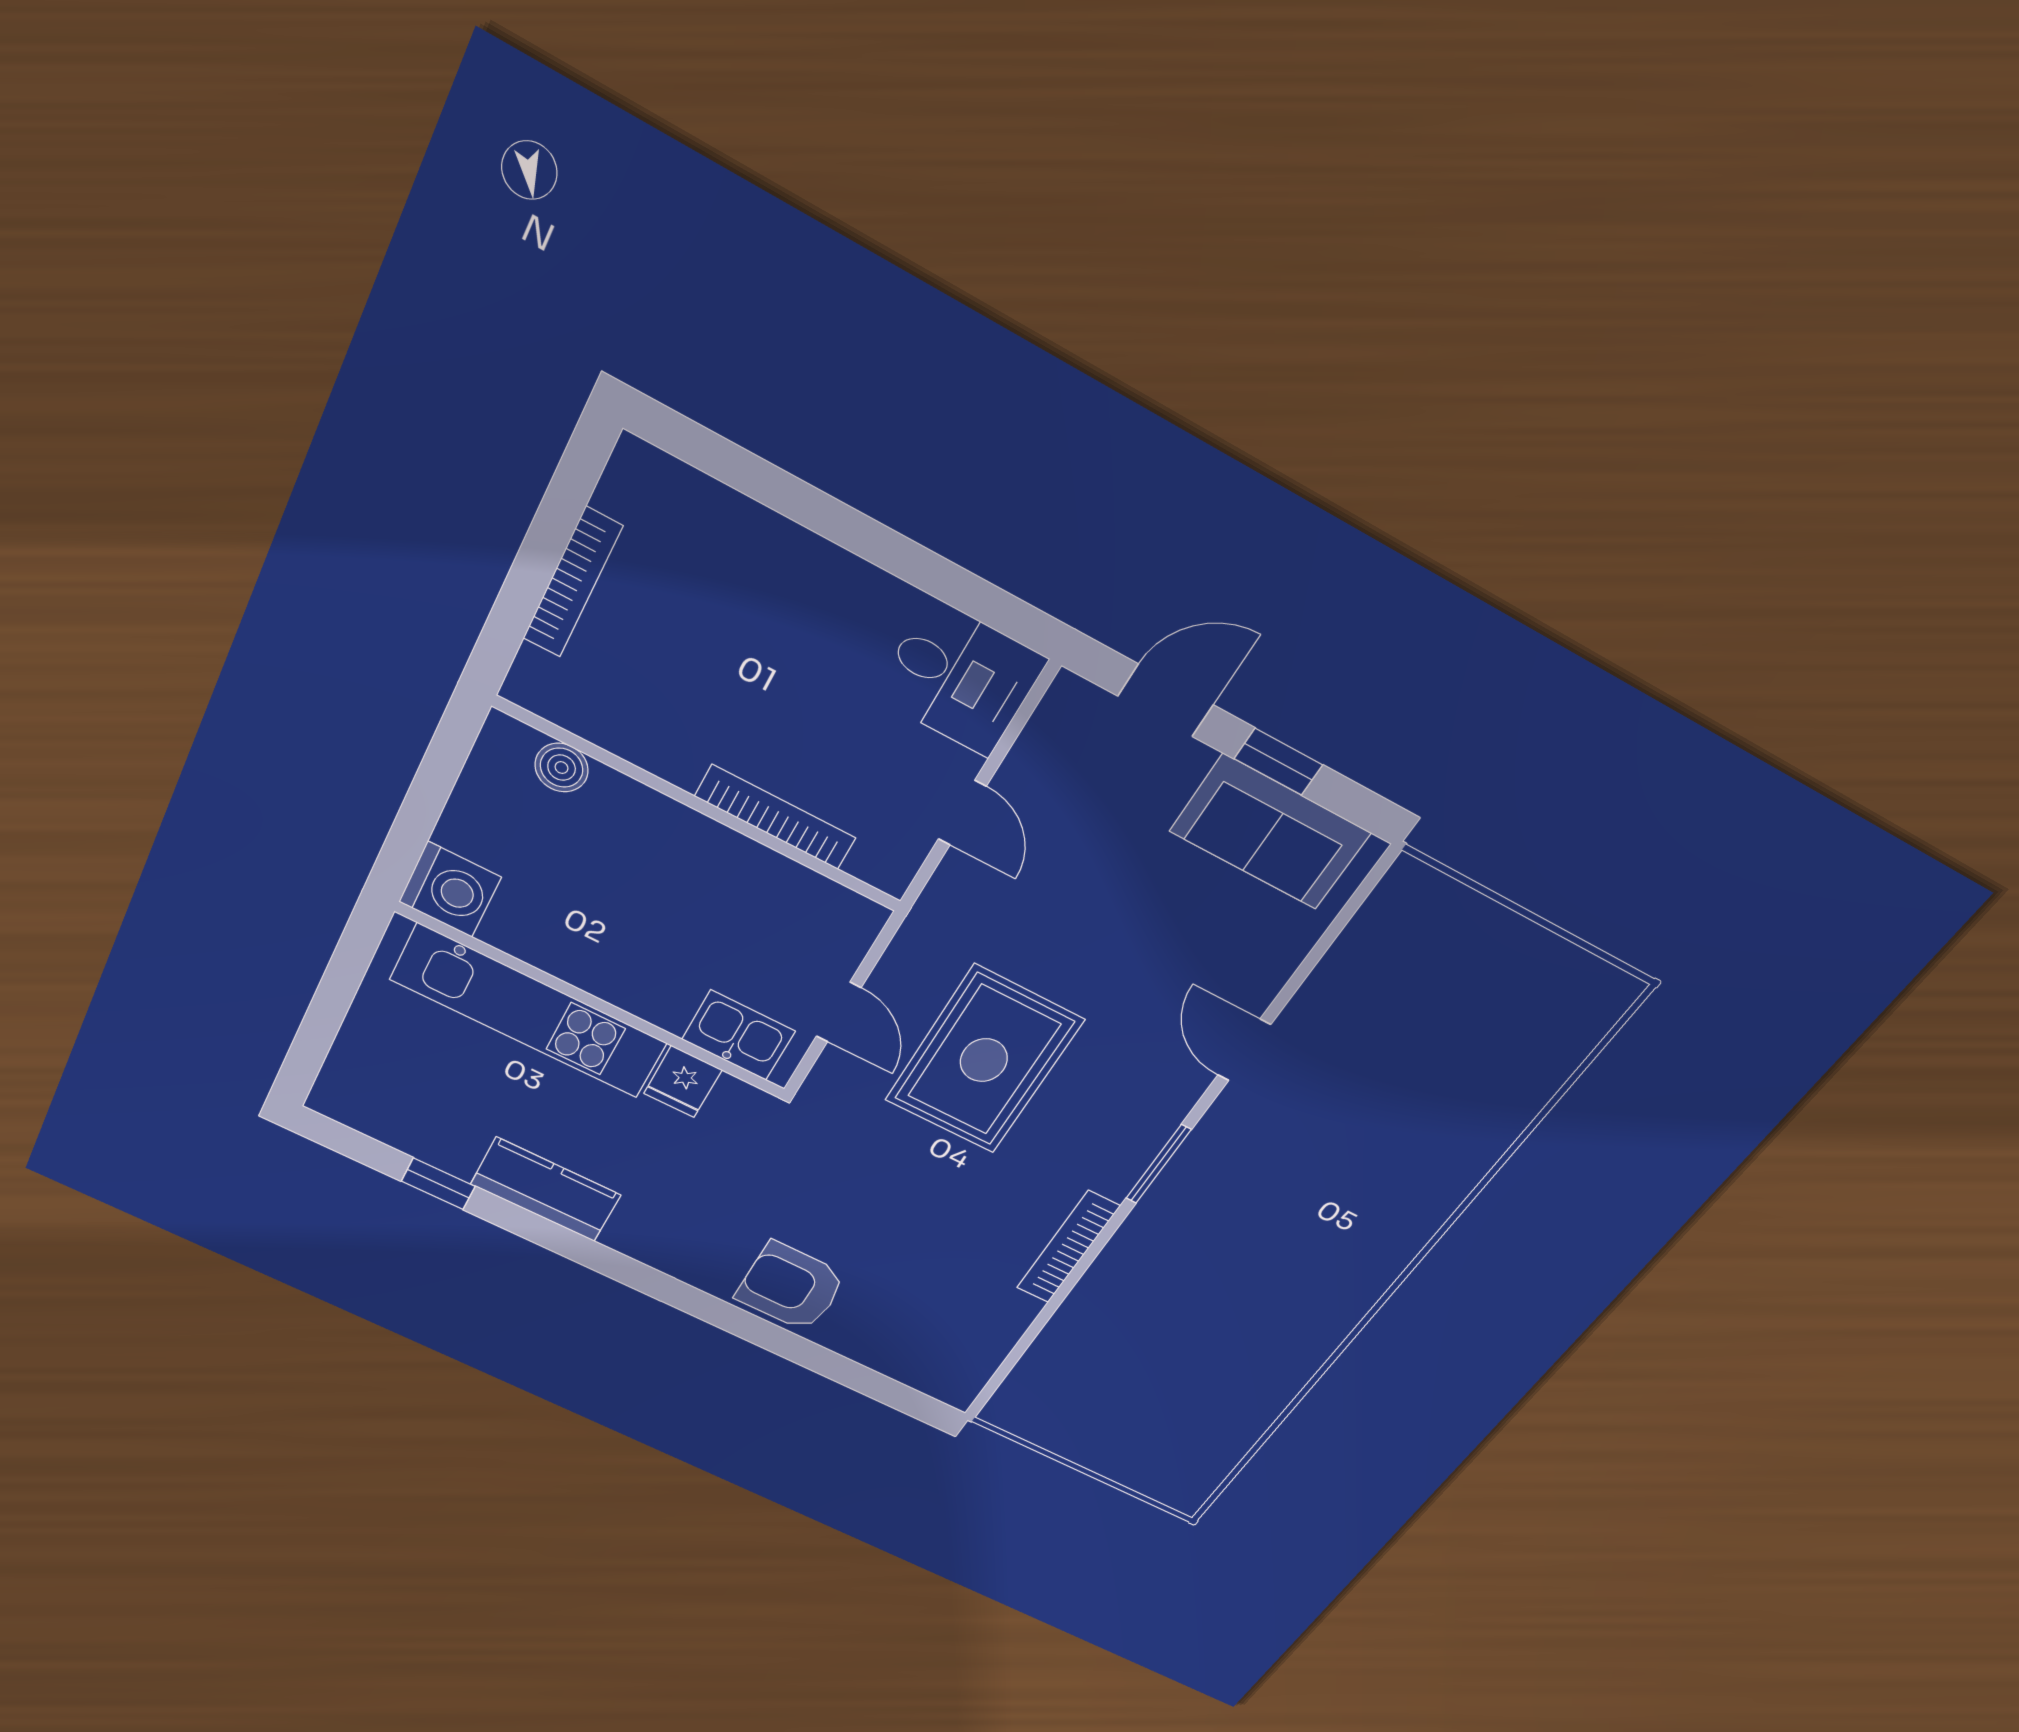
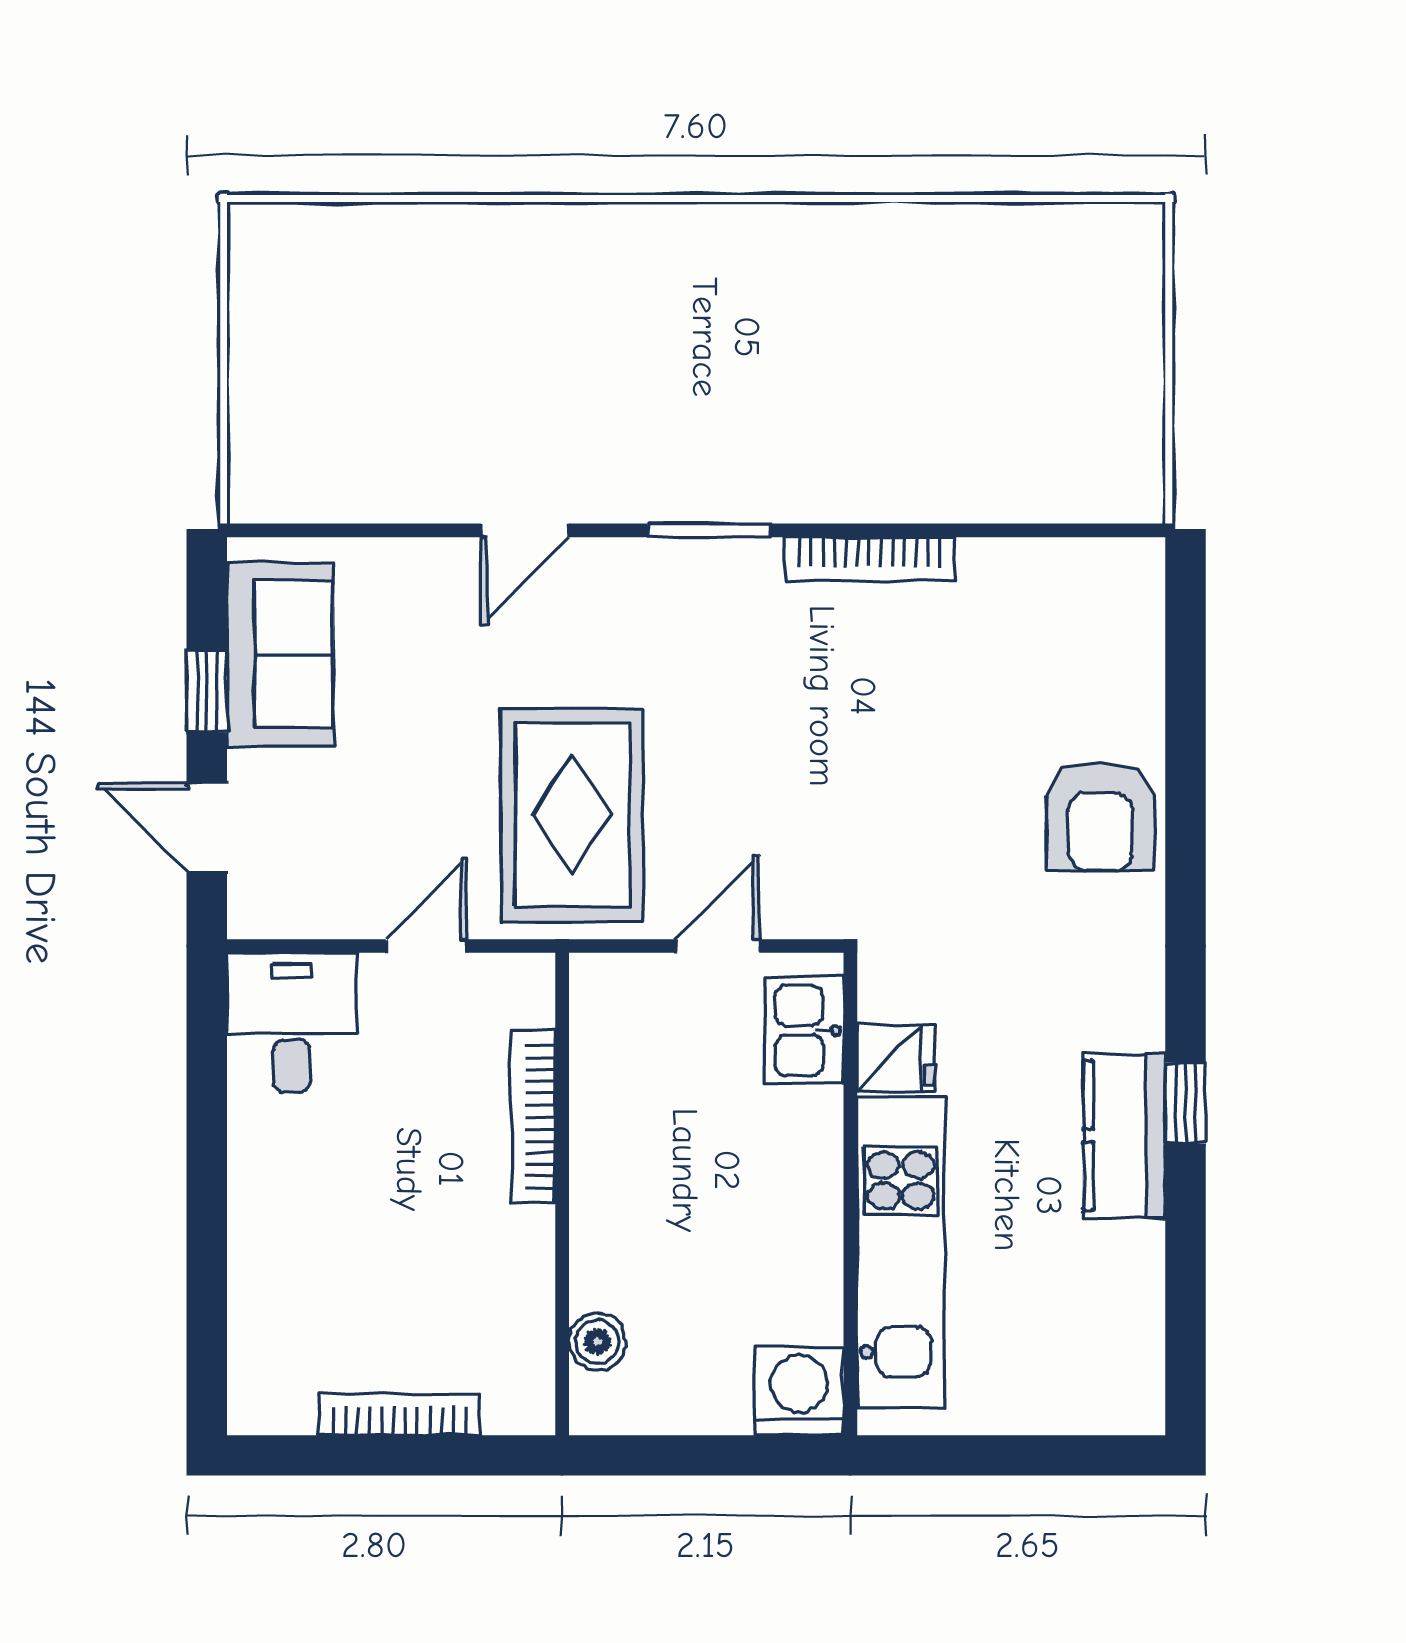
rug: (984, 1060) -> (572, 815), moved, turned 90
window: (438, 1184) -> (1185, 1103), moved

